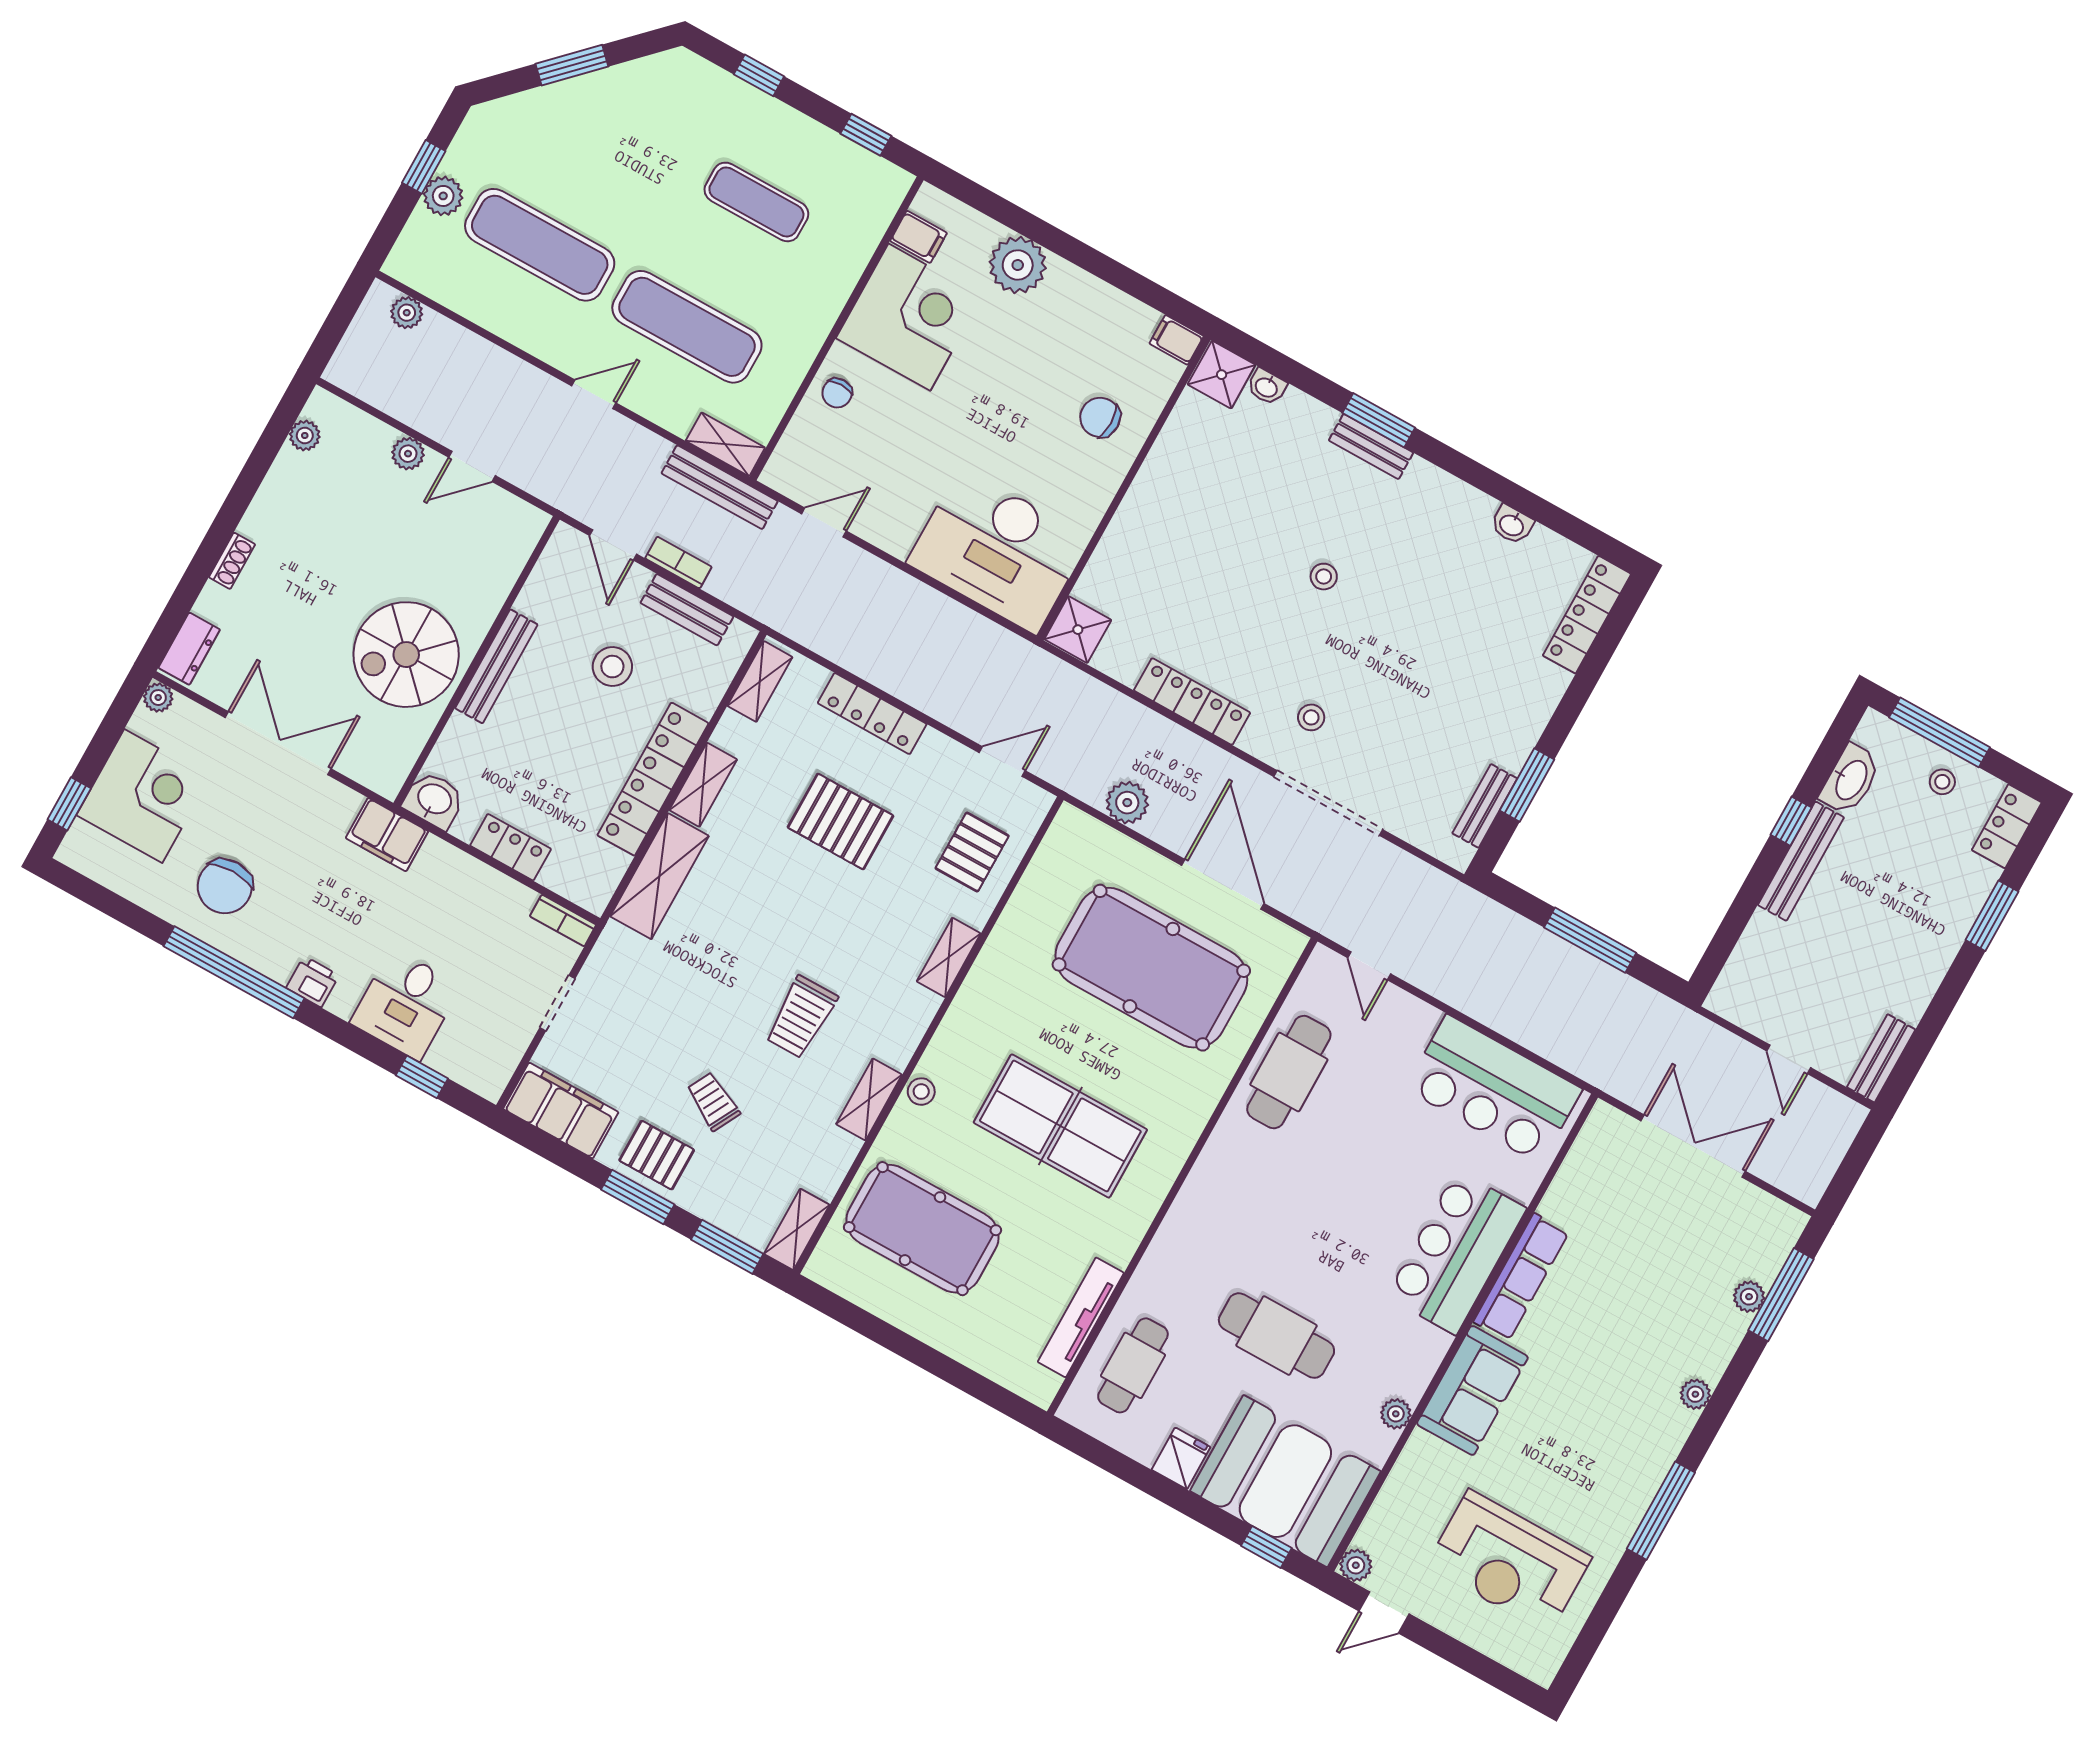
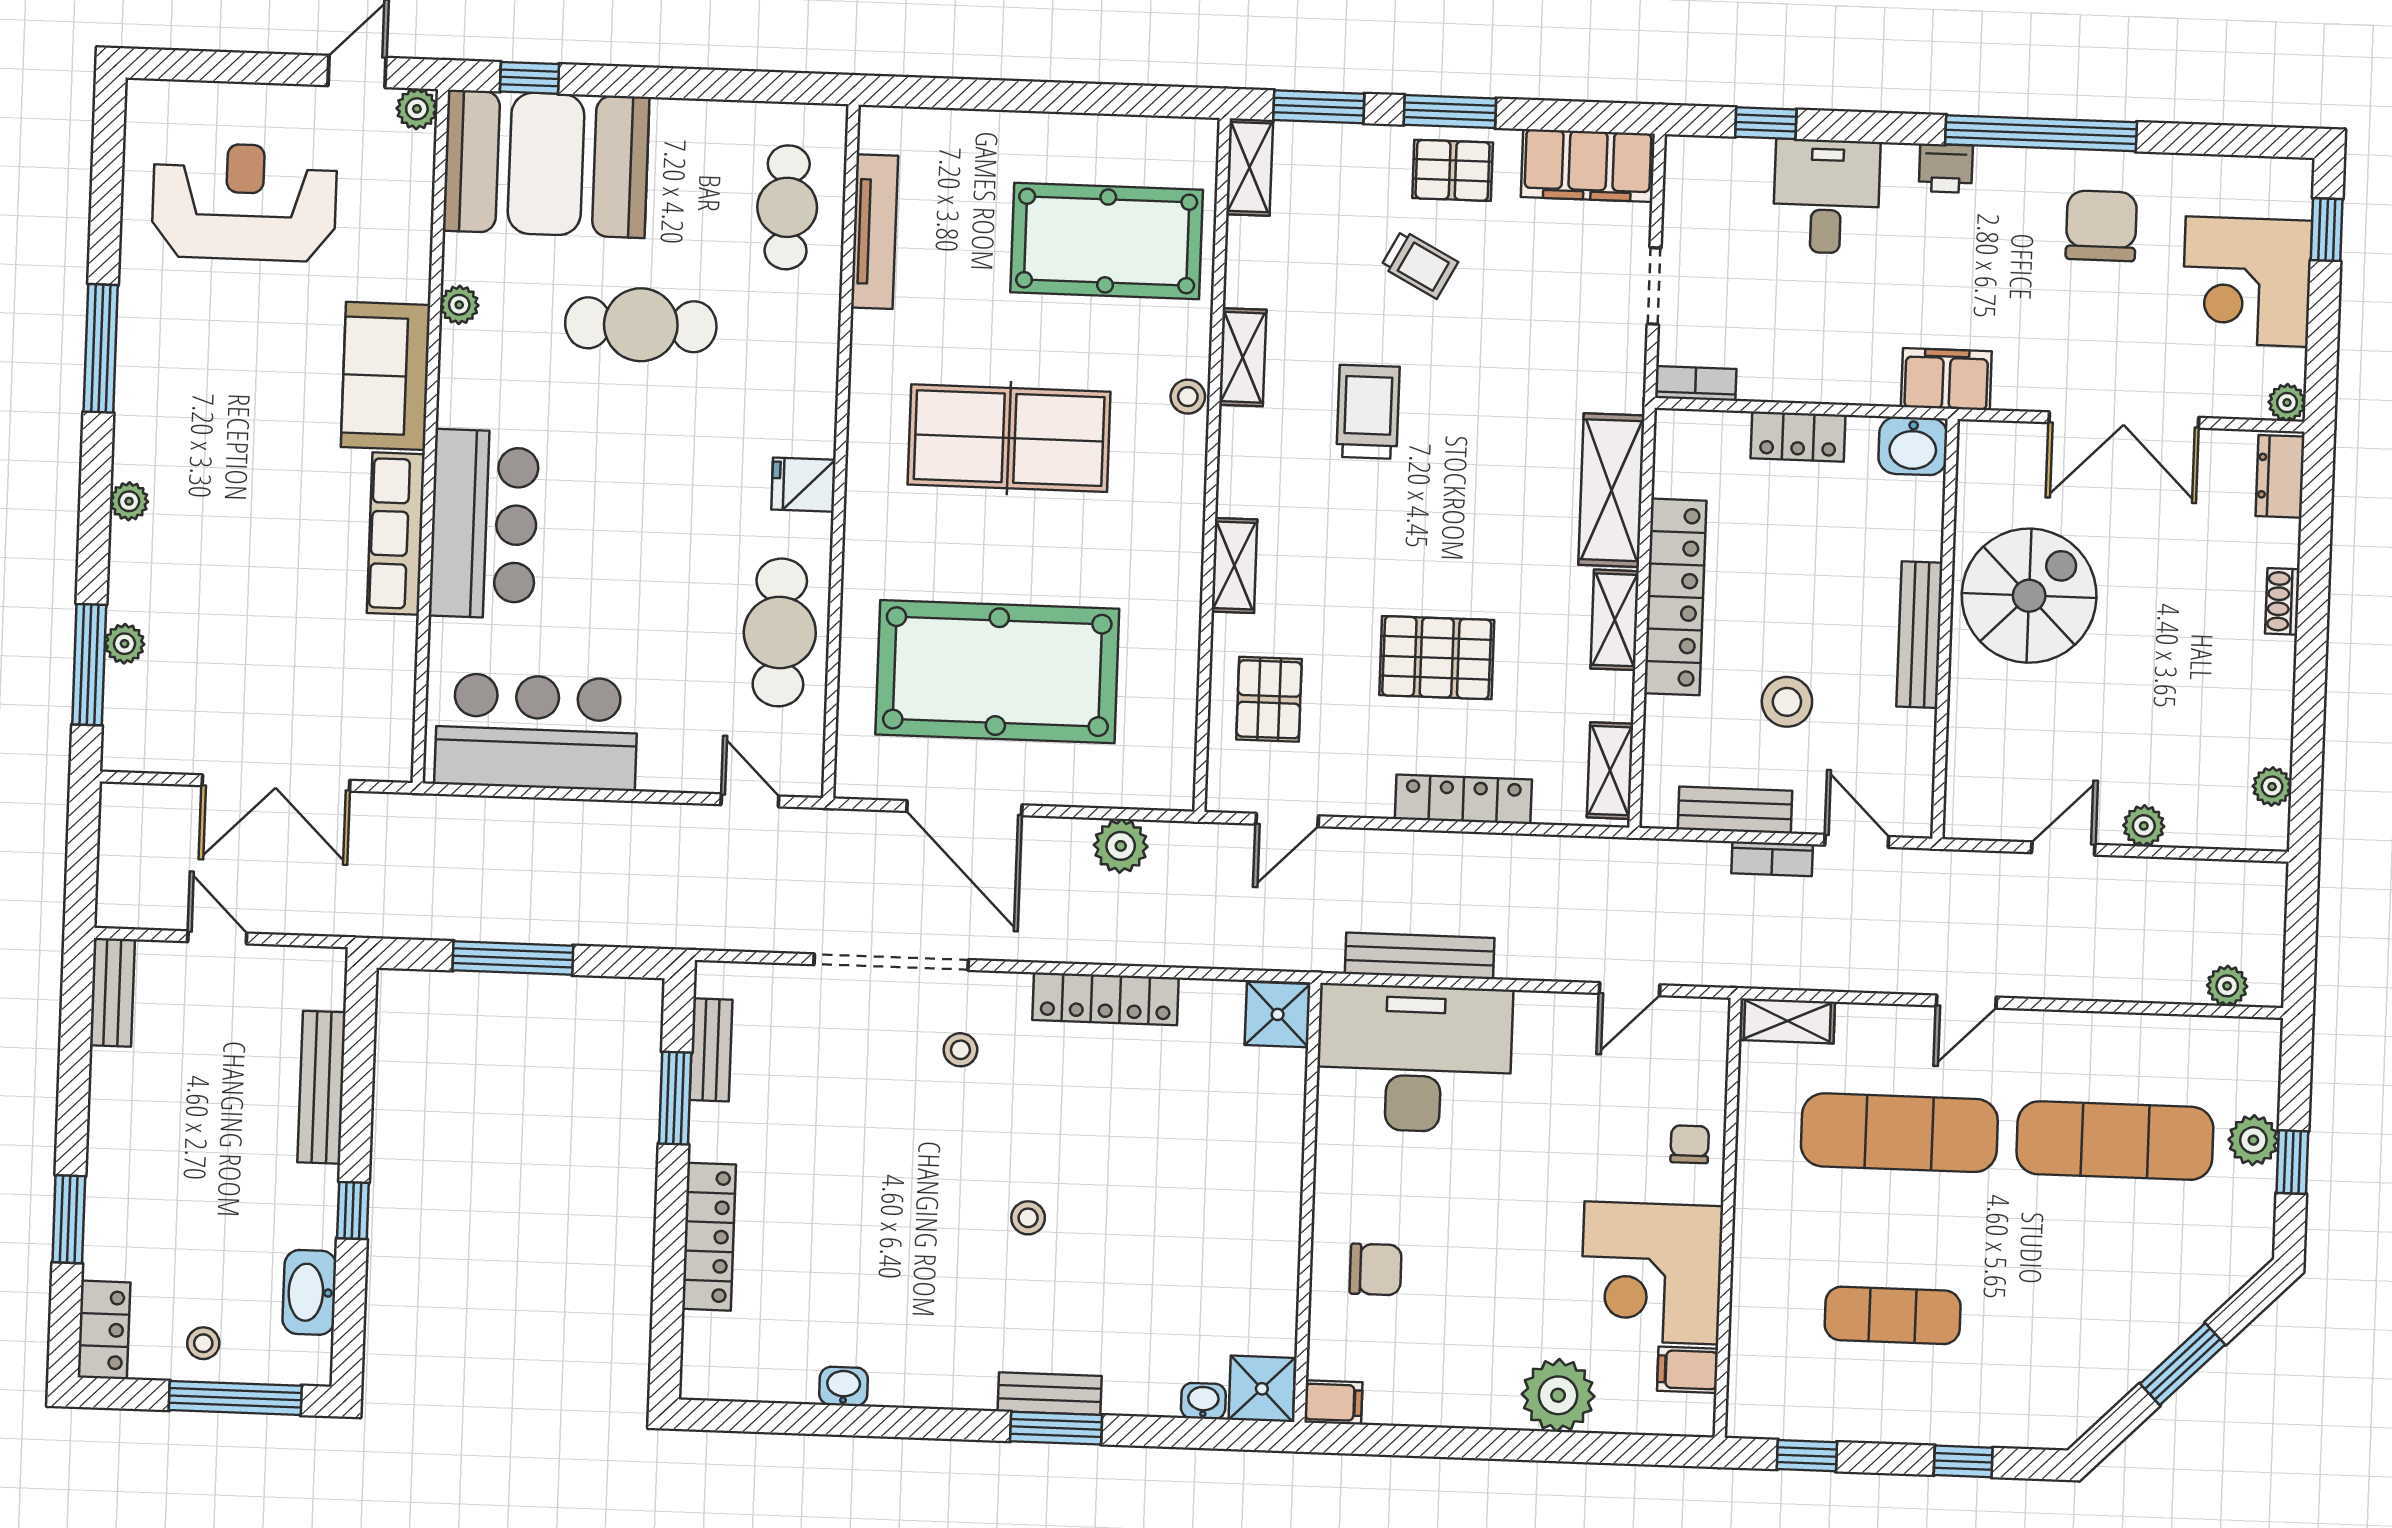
bench: (720, 487) -> (1420, 956), moved
locker: (1587, 615) -> (709, 1237), moved
bench: (1801, 861) -> (321, 1087), moved
fridge: (1181, 1458) -> (803, 485), moved, turned 90

